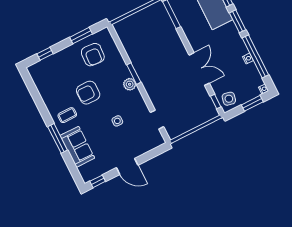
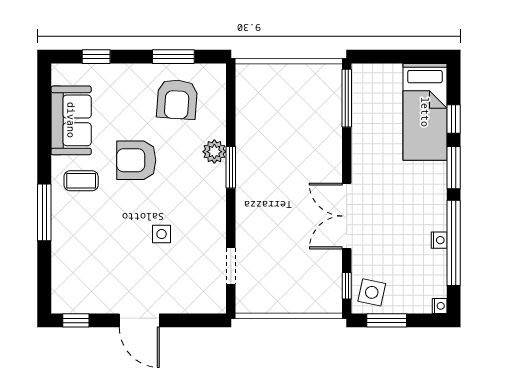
double door: (199, 69) -> (347, 216), swing flipped
plant: (130, 84) -> (214, 152), moved
window: (252, 103) -> (387, 320), moved
sofa: (77, 147) -> (71, 120), moved

